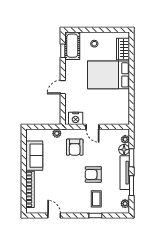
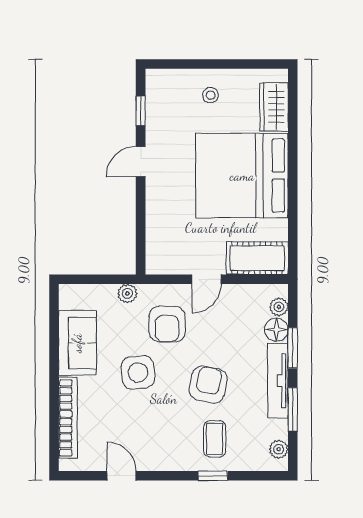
cot: (72, 46) -> (257, 258), moved, turned 90
bed: (108, 75) -> (242, 176), width x1.36
door: (63, 87) -> (141, 162), moved
nightstand: (76, 118) -> (169, 261), removed
door: (92, 127) -> (206, 279), hinge flipped
side table: (62, 169) -> (138, 372), added
armchair: (93, 174) -> (208, 385), turned 102

